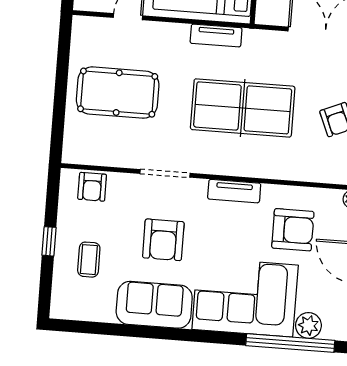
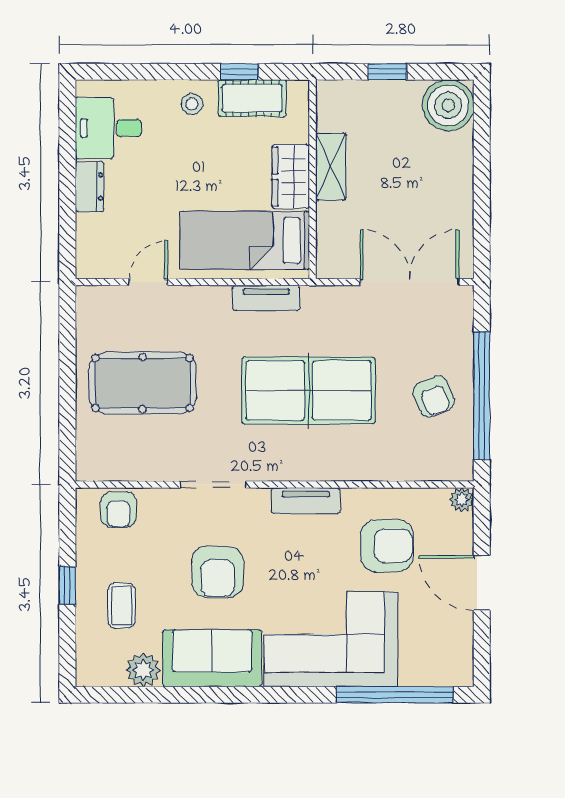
plant: (308, 325) -> (143, 670), moved

